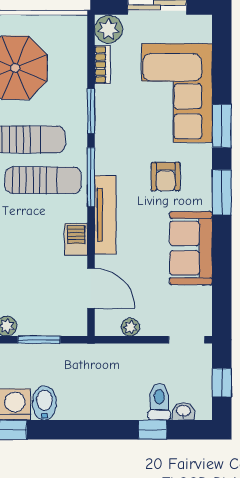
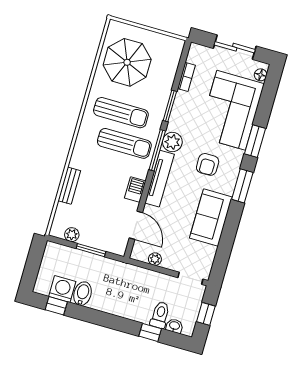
plant: (108, 29) -> (172, 142), moved
floor lamp: (203, 33) -> (261, 75), added

